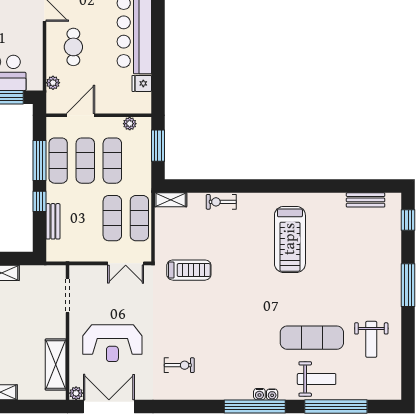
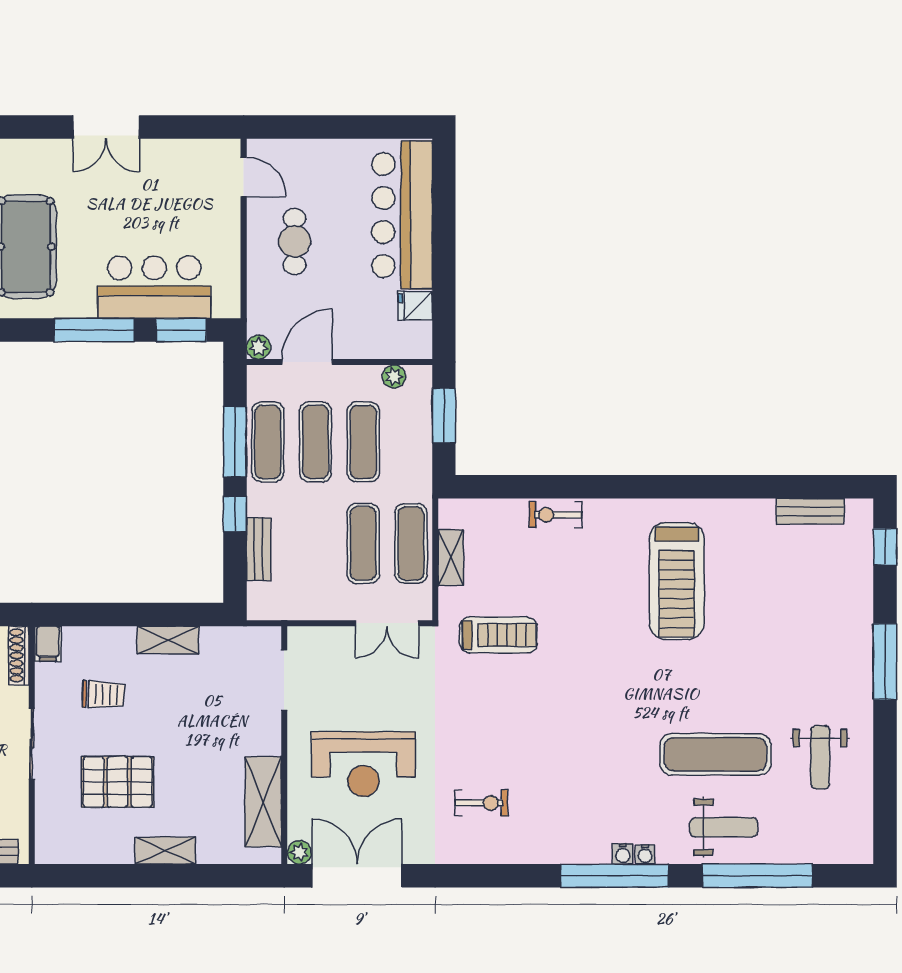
plant: (53, 83) -> (259, 347), moved
shelving: (171, 200) -> (451, 558), moved, turned 90

